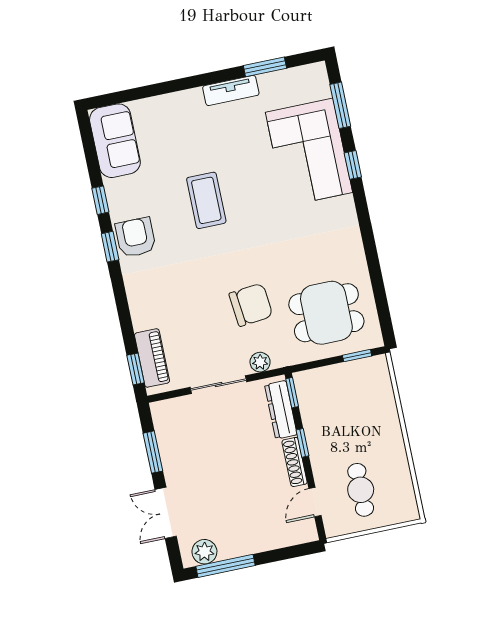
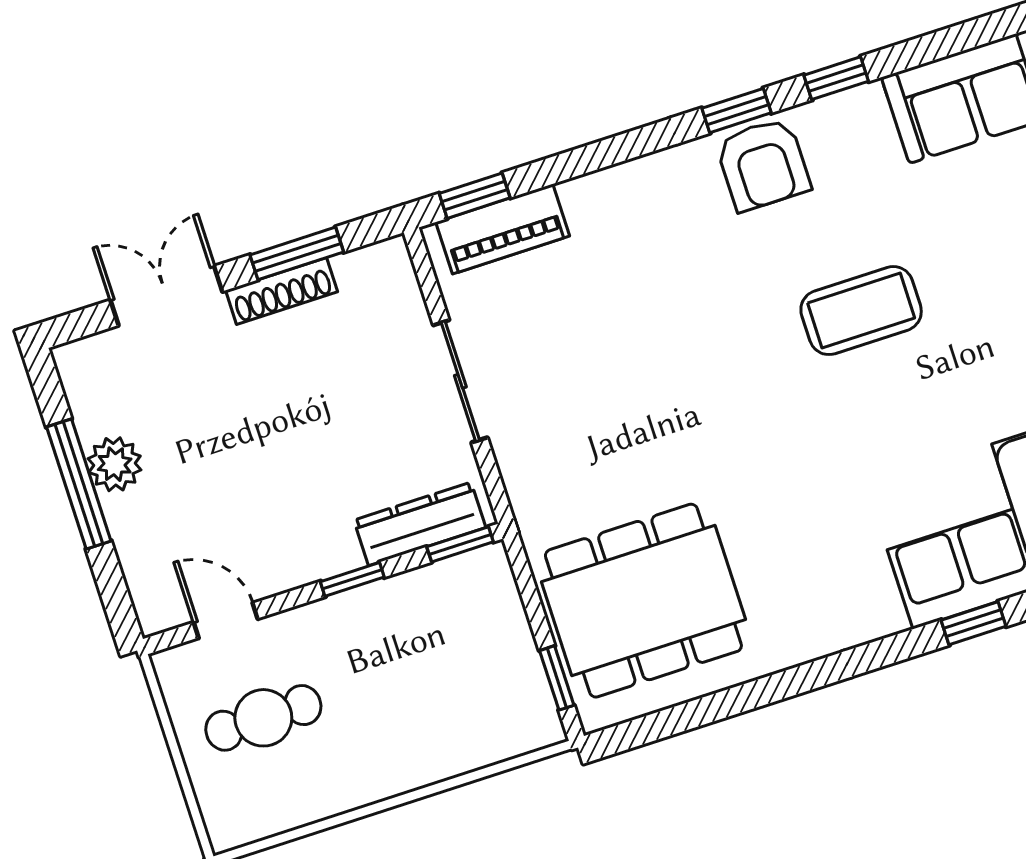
armchair: (136, 237) -> (763, 164), turned 90
chair: (251, 305) -> (643, 433), removed
dining table: (326, 313) -> (643, 601), width x1.38
plant: (260, 362) -> (519, 467), removed
shoe rack: (295, 462) -> (282, 291), moved, turned 180
plant: (204, 552) -> (115, 464), moved
window: (226, 566) -> (79, 484), moved

